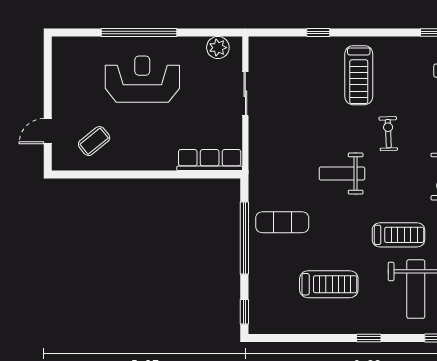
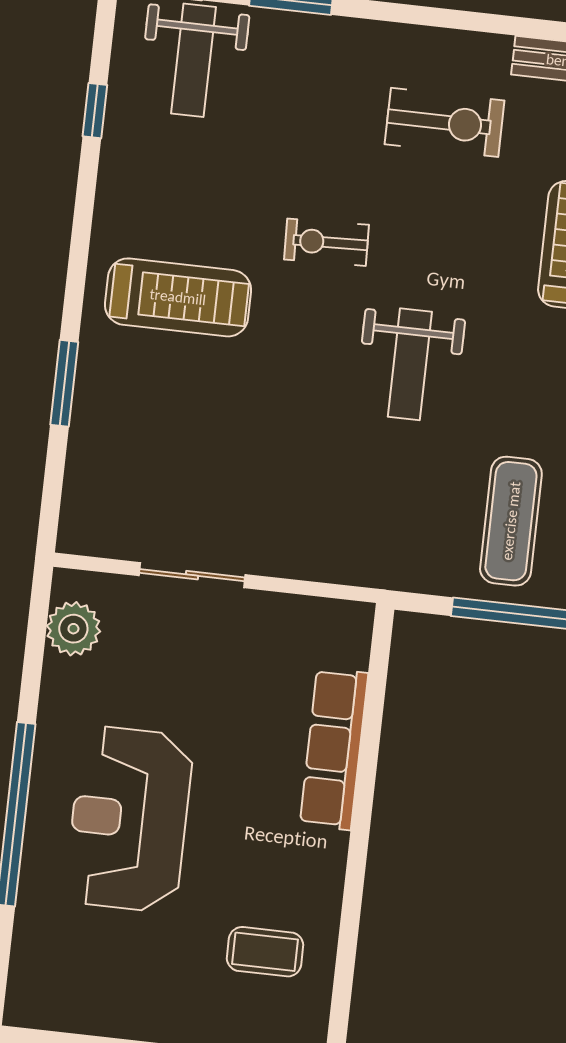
window: (318, 32) -> (64, 383), width x1.50
coffee table: (94, 141) -> (265, 952), turned -51
row of seats: (210, 160) -> (334, 749), moved

